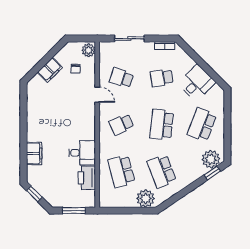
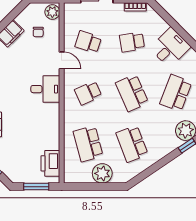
school desk: (162, 125) -> (132, 93), turned -30
desk: (82, 153) -> (45, 89), moved
printer: (87, 178) -> (50, 163), moved
plant: (146, 198) -> (102, 173), moved

